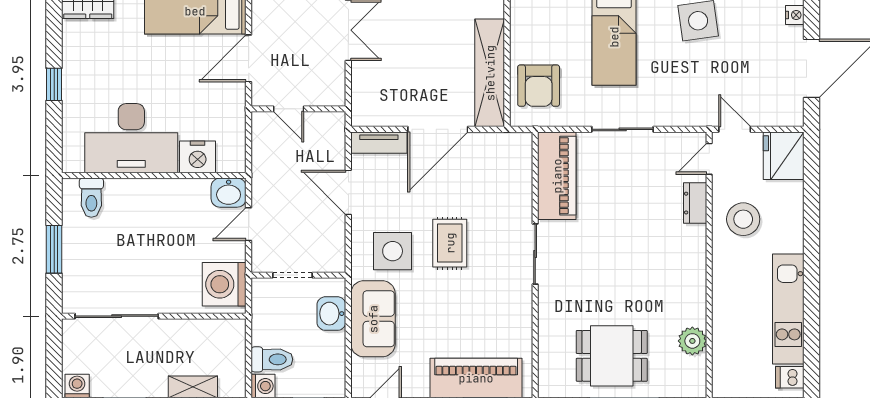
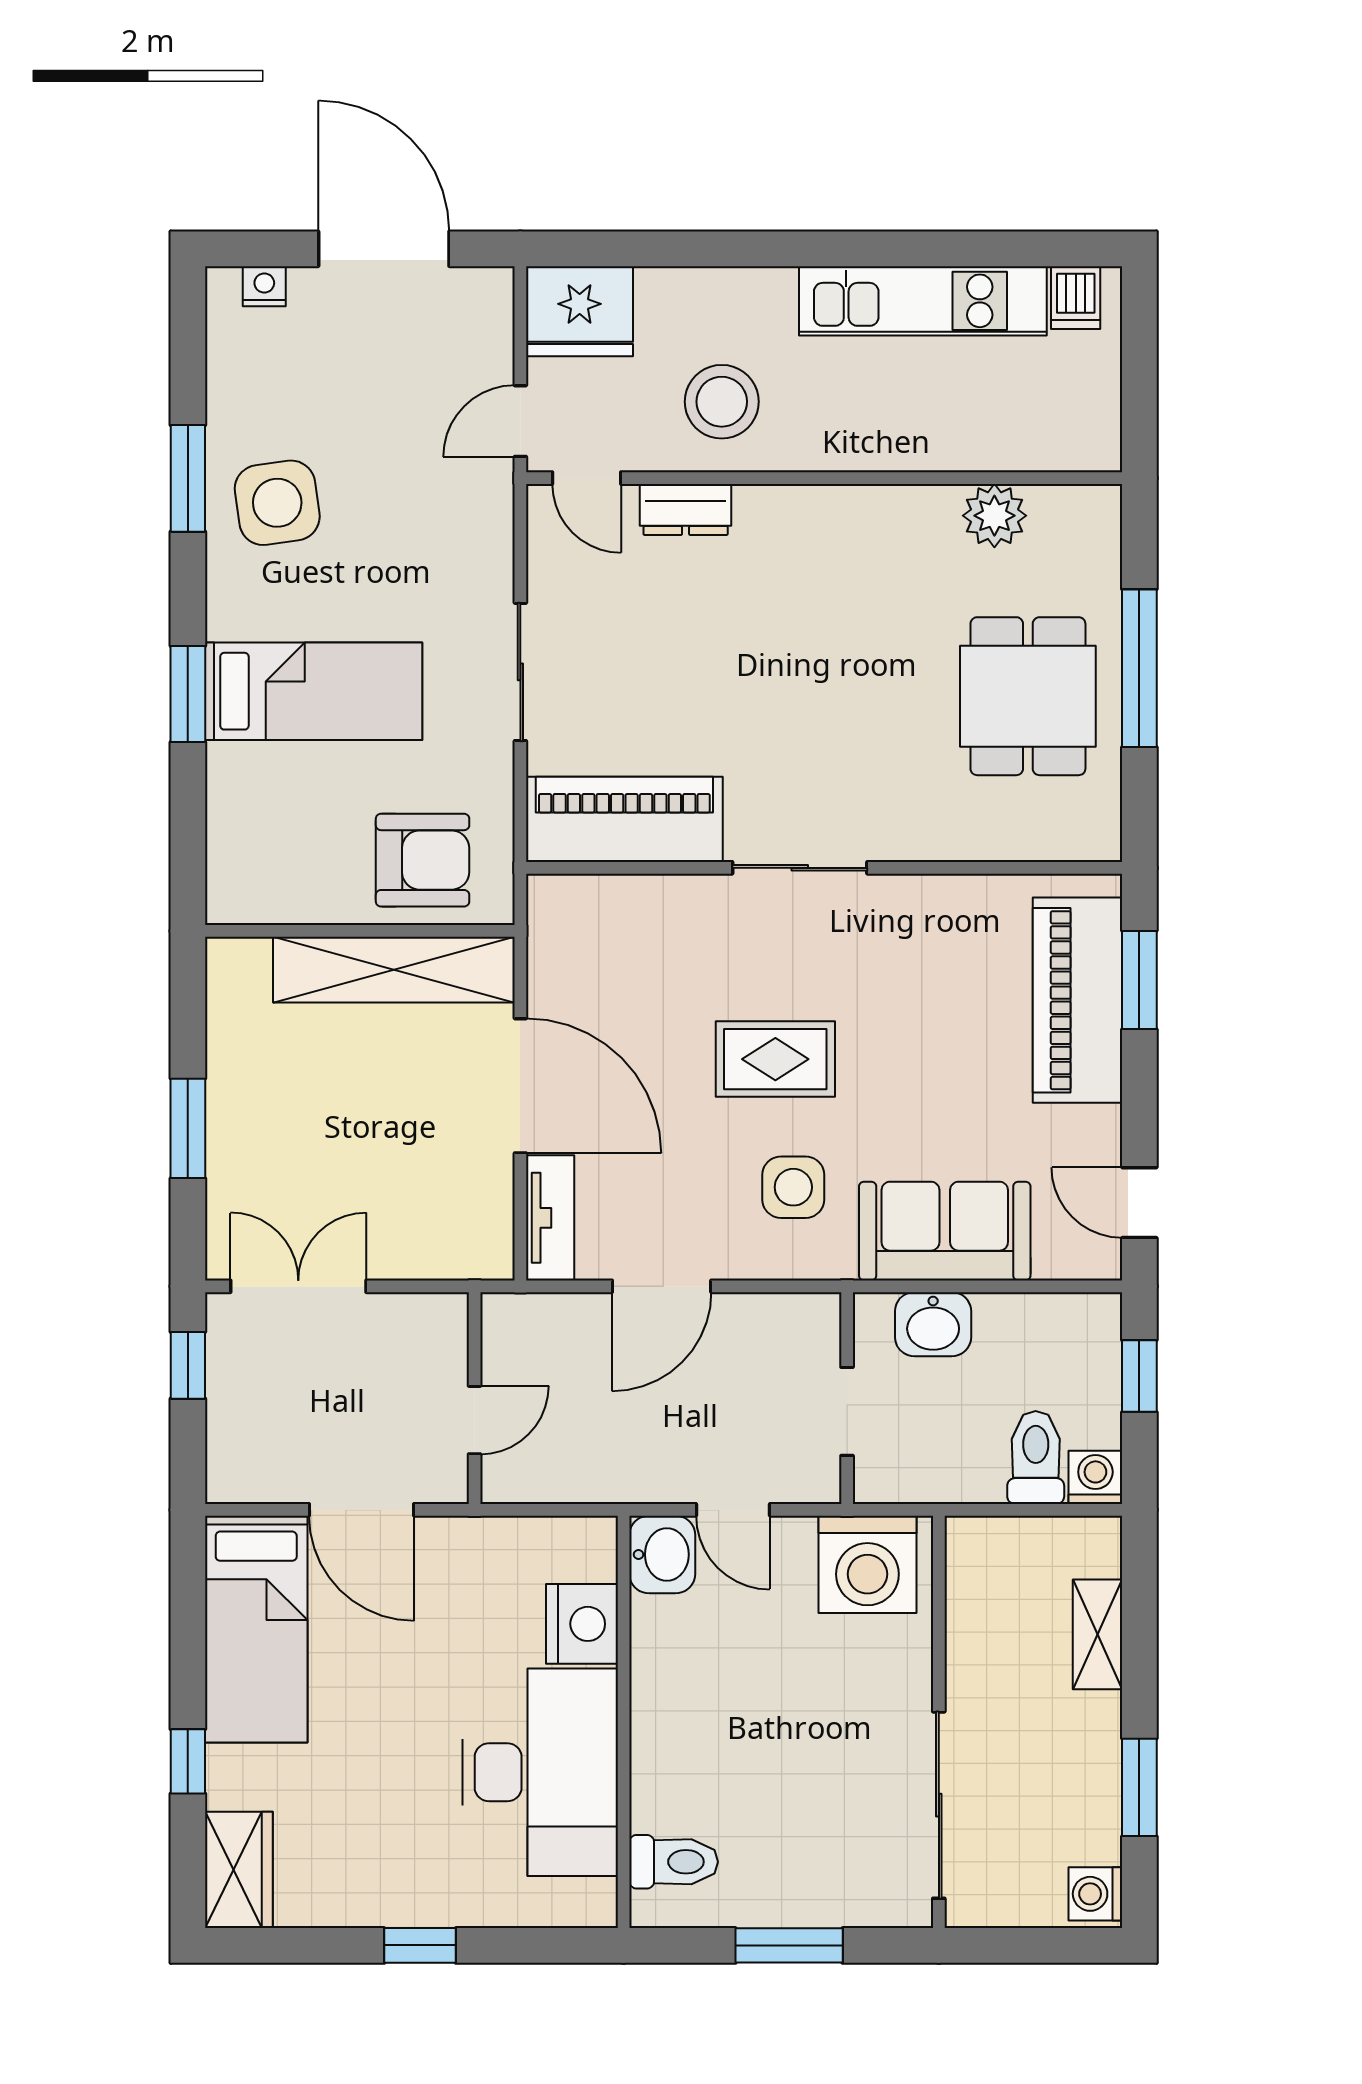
side table: (393, 251) -> (793, 1187), width x0.73, depth x0.73

